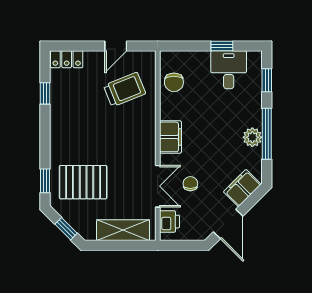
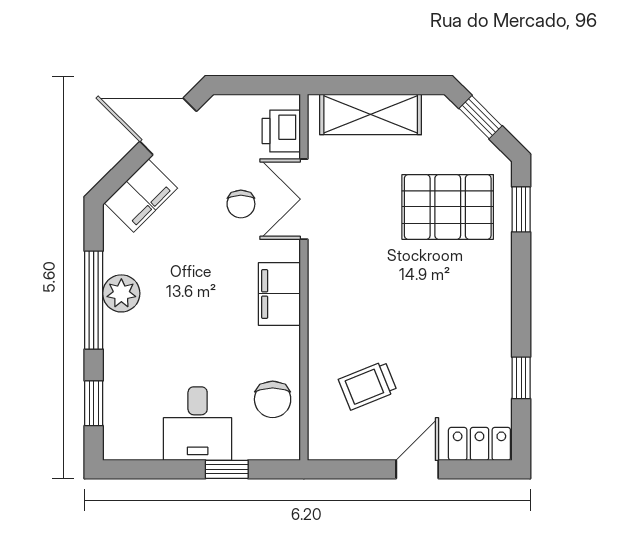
door: (116, 46) -> (417, 469), moved
window: (222, 46) -> (227, 469), moved
desk: (229, 70) -> (198, 424), moved
chair: (174, 82) -> (273, 399), turned 180
trolley: (125, 90) -> (368, 385), width x0.73, depth x0.72
door: (228, 224) -> (168, 126), hinge flipped

